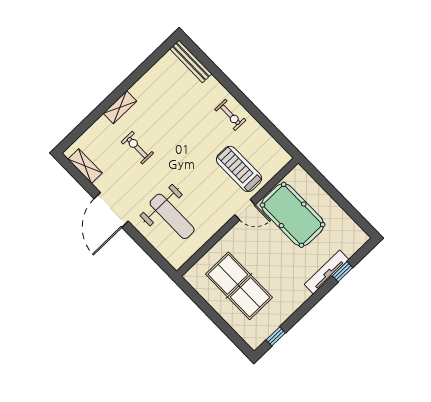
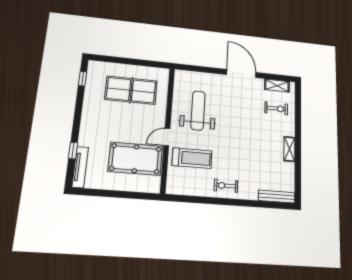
shelving: (120, 107) -> (289, 149), moved
exercise bike: (137, 148) -> (276, 108), moved
weight bench: (172, 216) -> (198, 111), moved, turned 90
tv unit: (327, 272) -> (80, 167), moved

